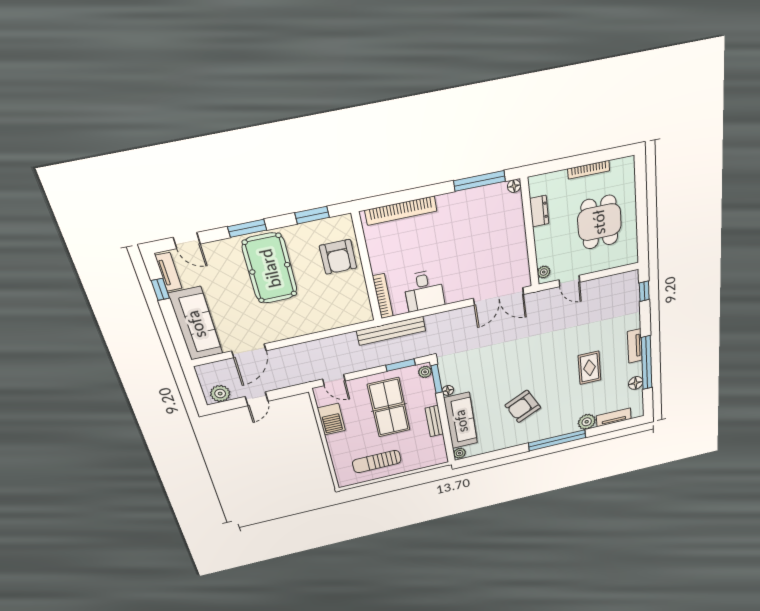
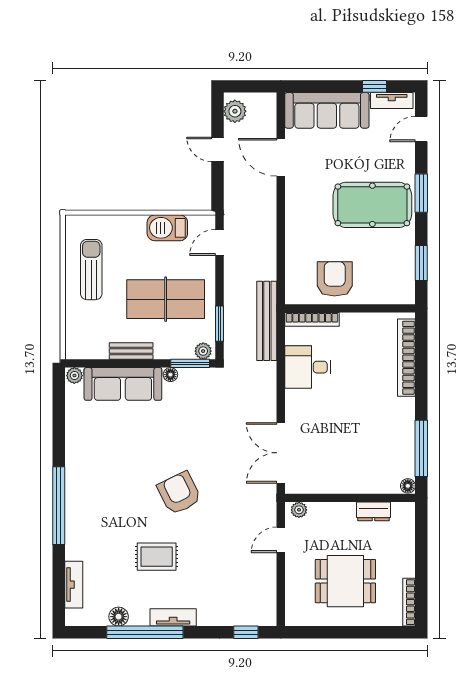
bookcase: (589, 170) -> (409, 602), moved
armchair: (338, 257) -> (335, 279), moved, turned 90
armchair: (523, 406) -> (179, 493), moved
plant: (587, 422) -> (77, 548), removed

